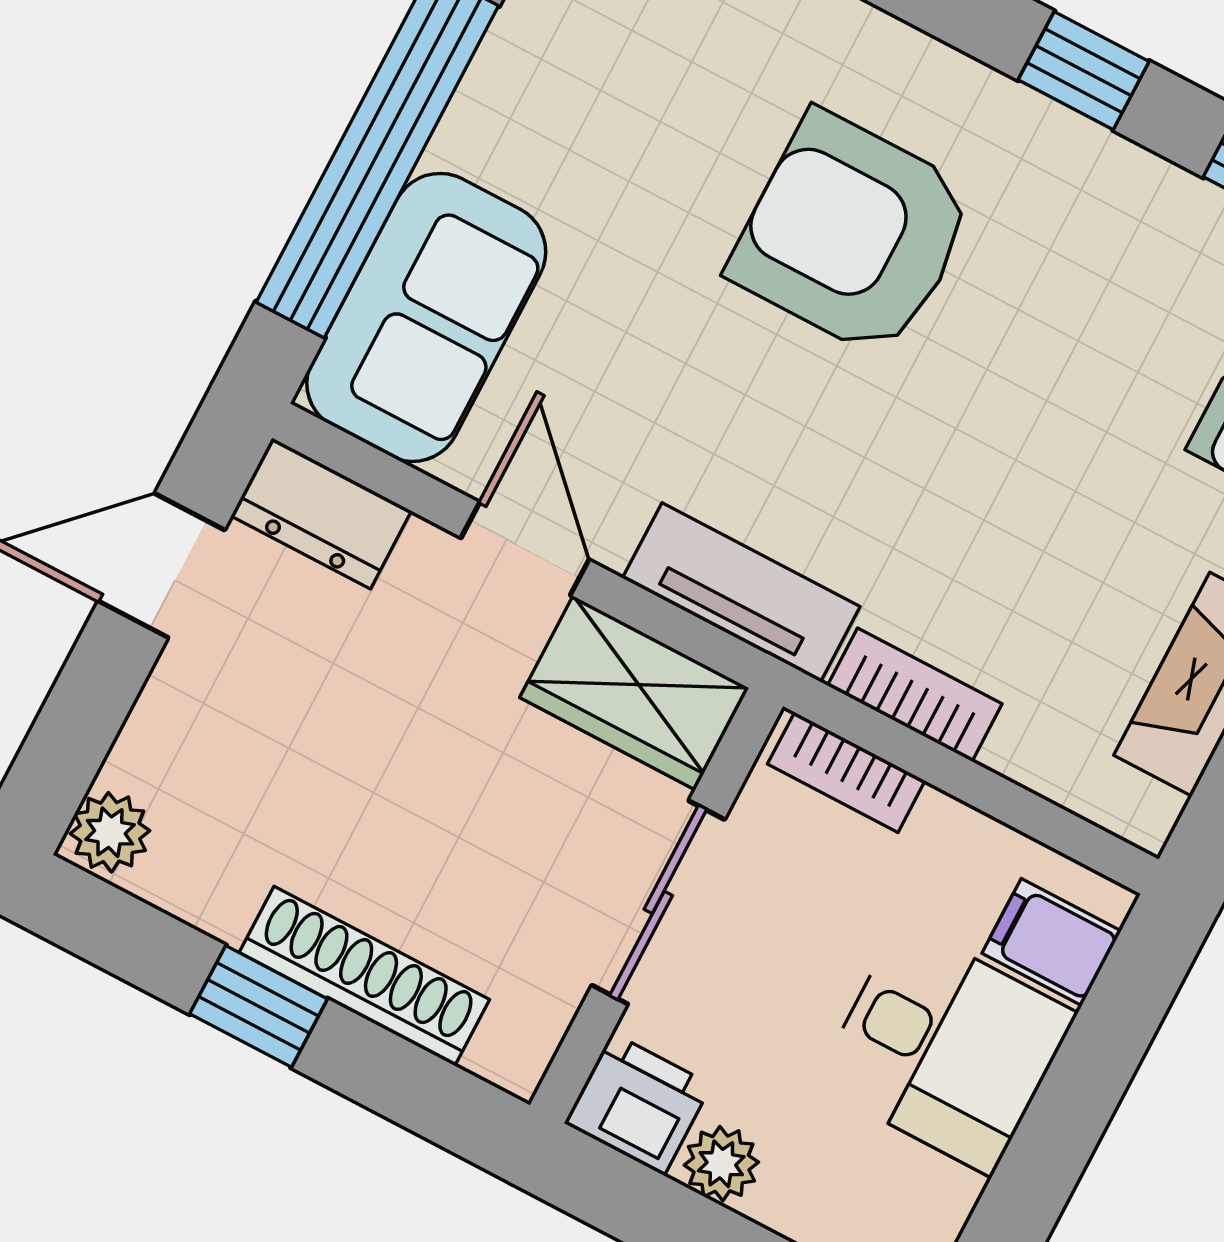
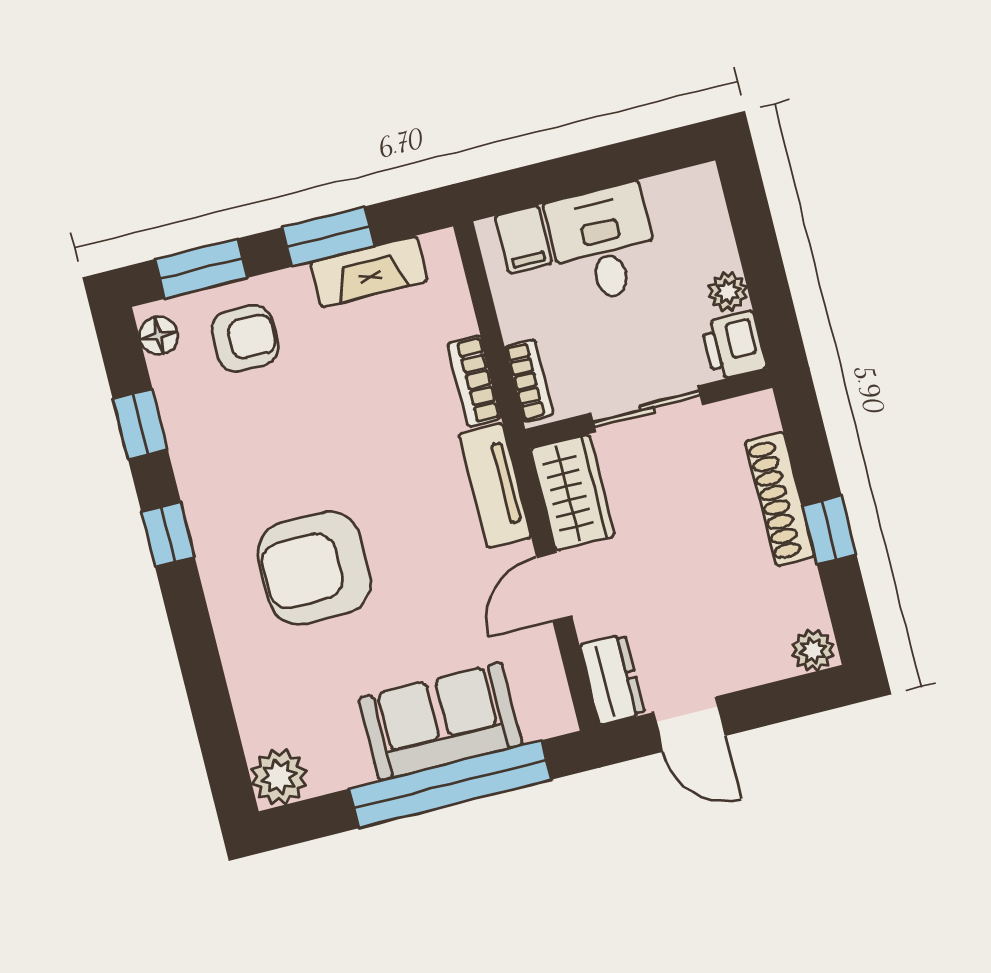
armchair: (853, 235) -> (314, 568), turned 90
sofa: (426, 317) -> (440, 722), moved

